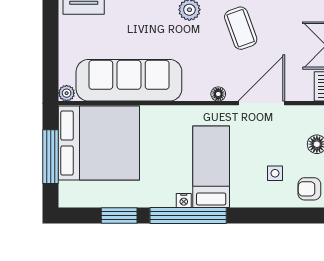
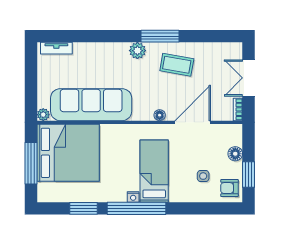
coffee table: (241, 28) -> (177, 65), turned -60

